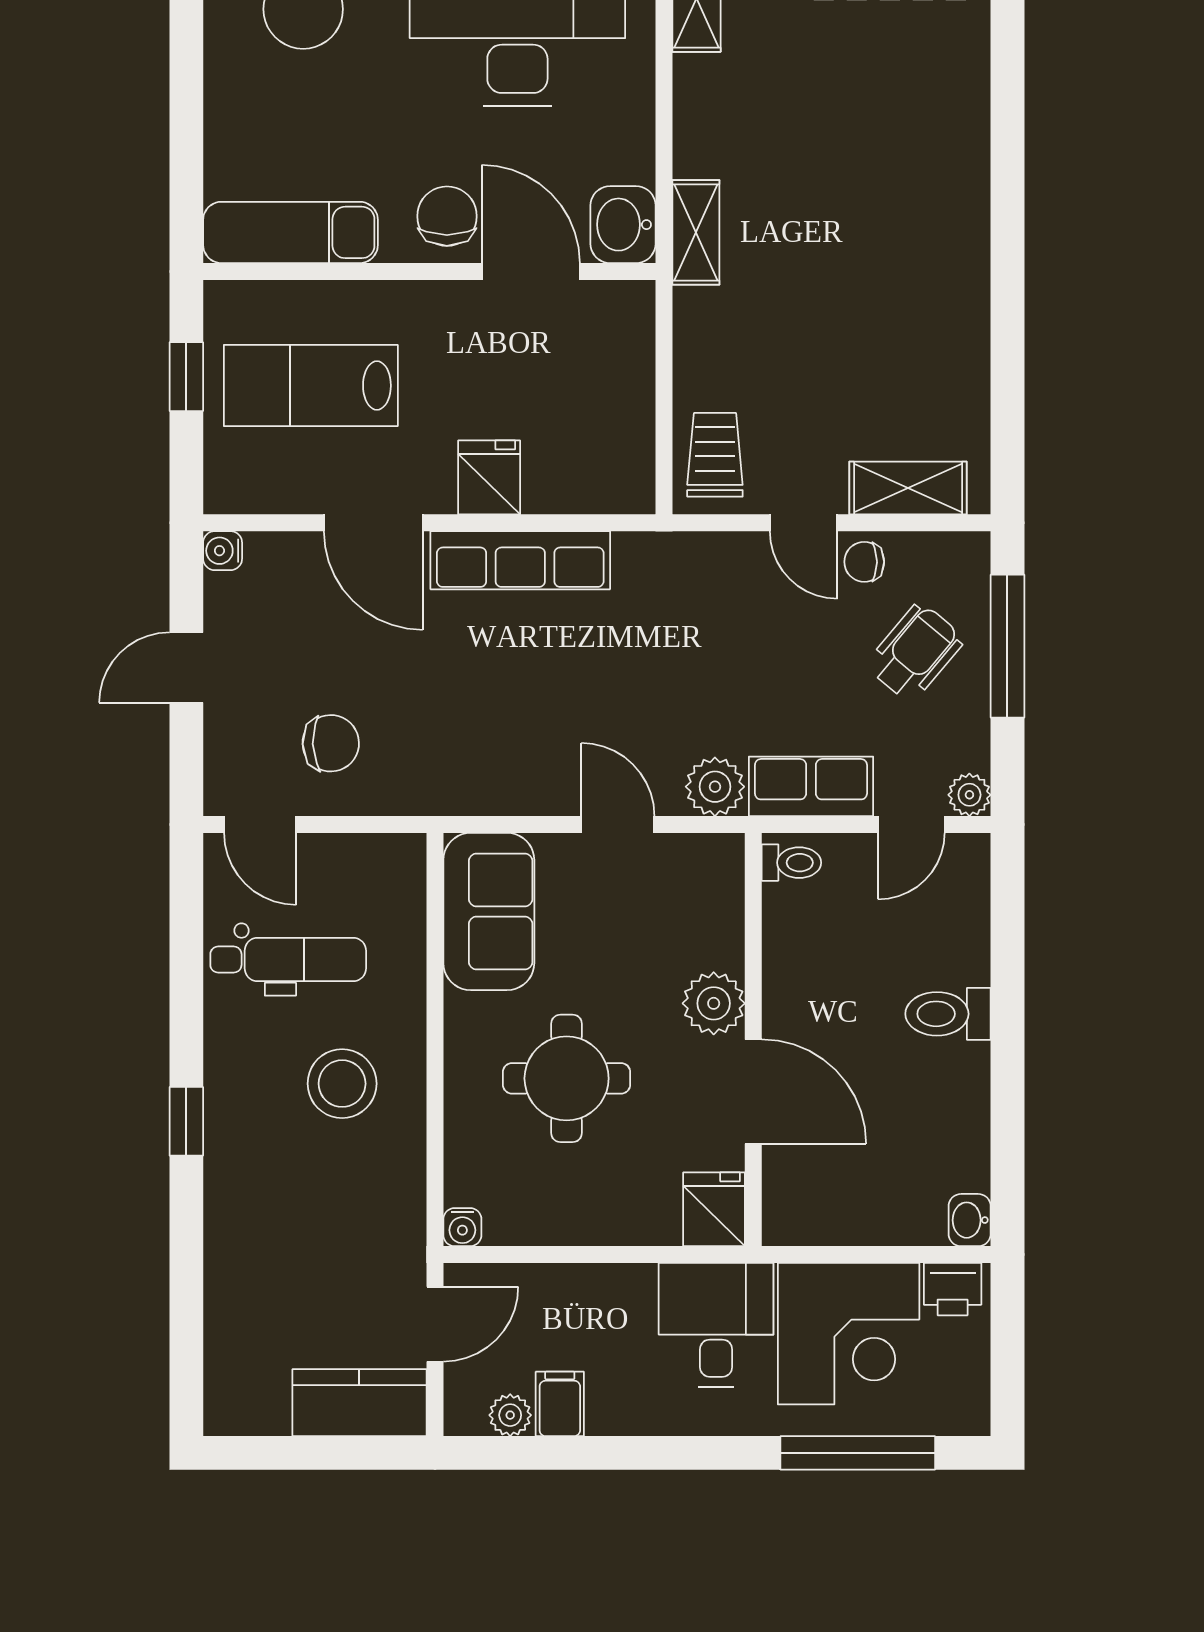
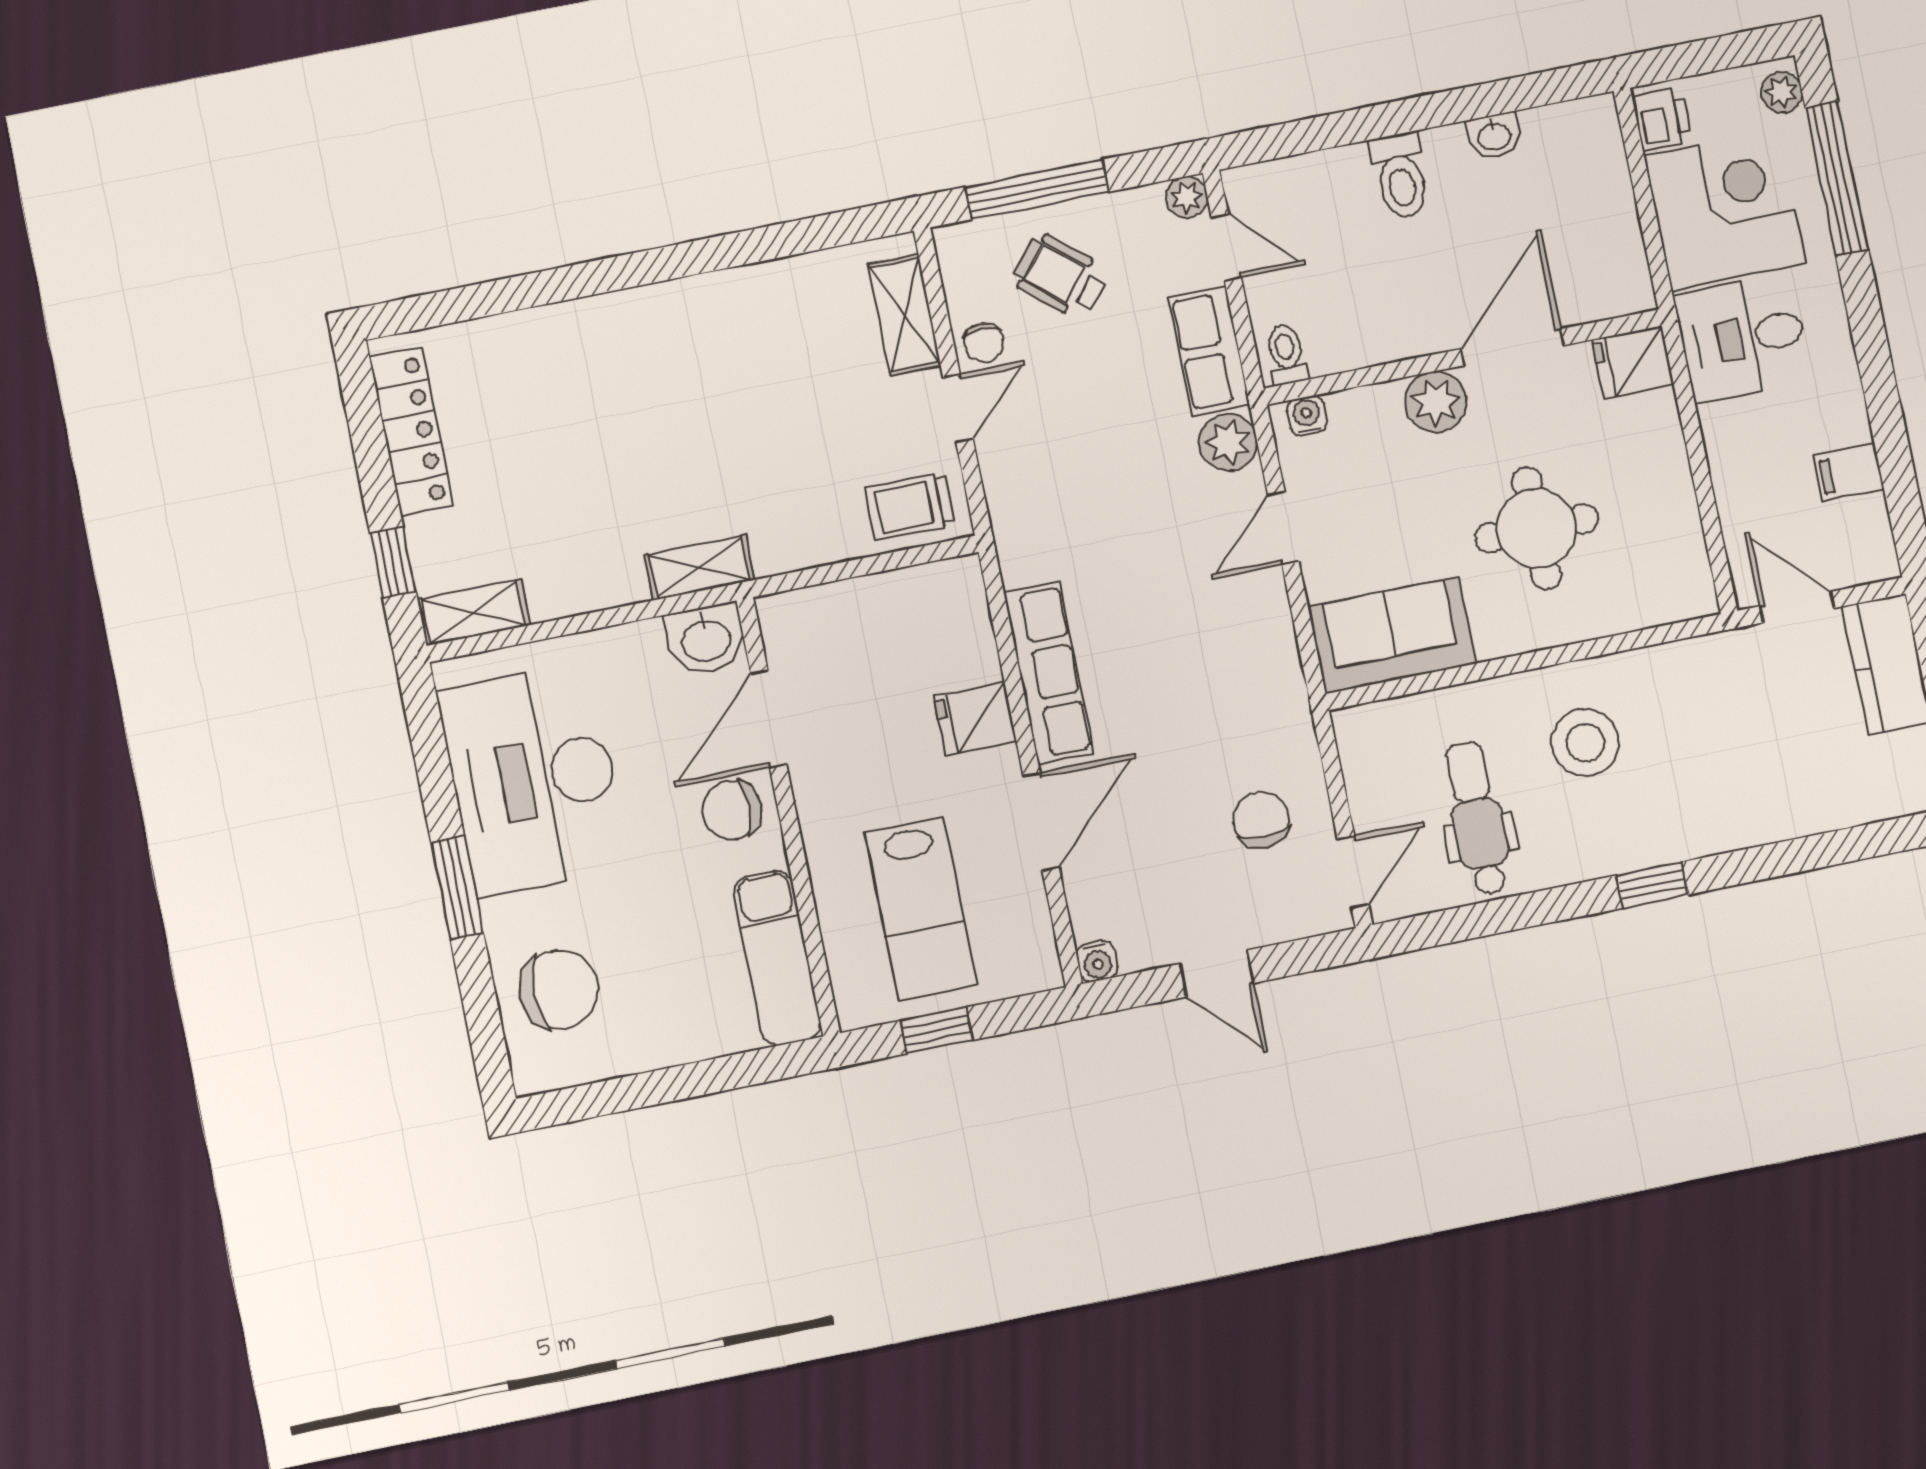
washbasin: (970, 1220) -> (1494, 136), moved
water cooler: (462, 1227) -> (1307, 416), moved, turned -90
plant: (510, 1415) -> (1782, 92), moved

